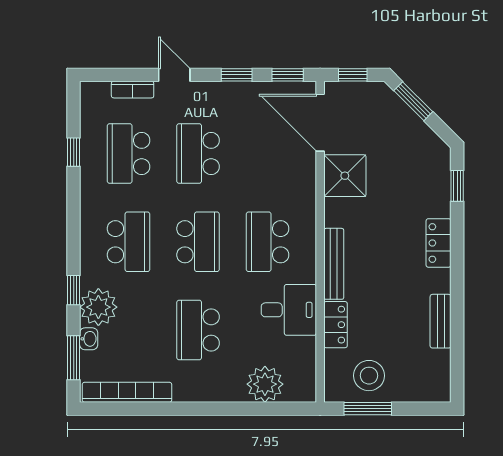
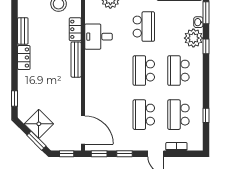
school desk: (129, 154) -> (178, 115), turned 180
school desk: (198, 154) -> (144, 115), turned 180
shower: (345, 176) -> (39, 124), moved, turned 45
school desk: (268, 242) -> (109, 71), removed
locker: (438, 243) -> (24, 58), moved

